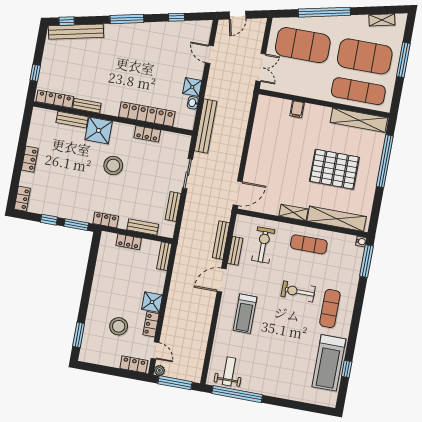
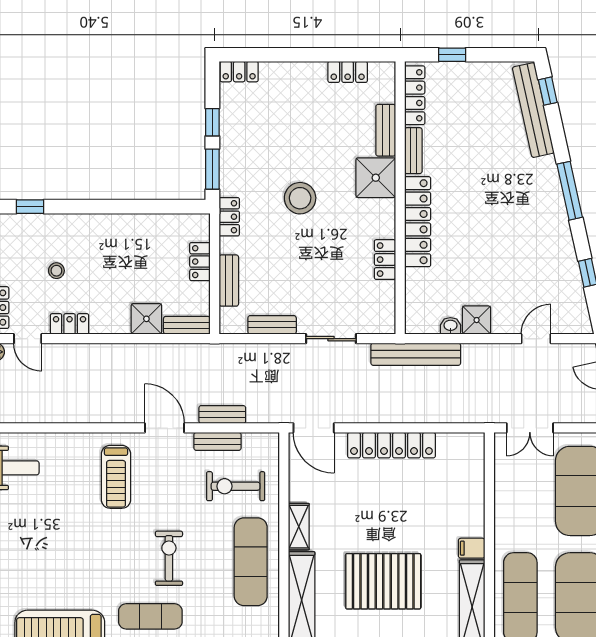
filing cabinet: (297, 109) -> (472, 548), moved
locker: (147, 114) -> (418, 222), moved
locker: (256, 150) -> (391, 445), added
locker: (30, 159) -> (348, 72), moved
stool: (113, 165) -> (300, 198), moved
pallet: (334, 169) -> (383, 581), turned 90
bench: (221, 240) -> (222, 415), width x0.73
exercise mat: (309, 244) -> (251, 562), width x1.36, depth x1.45
exercise bike: (263, 245) -> (236, 486), turned 180
shower: (152, 302) -> (146, 319), moved
treadmill: (245, 314) -> (116, 477), turned -90
stool: (119, 326) -> (56, 271), width x0.53, depth x0.53
window: (79, 335) -> (30, 207), width x0.67
door: (155, 350) -> (28, 339), hinge flipped

